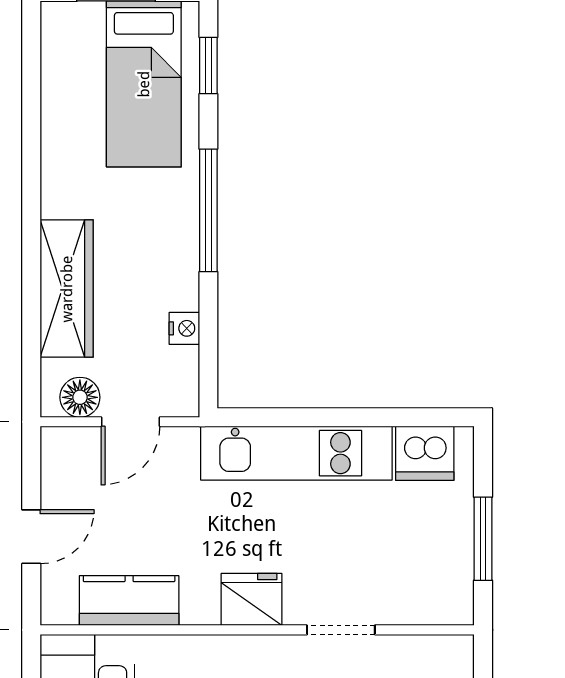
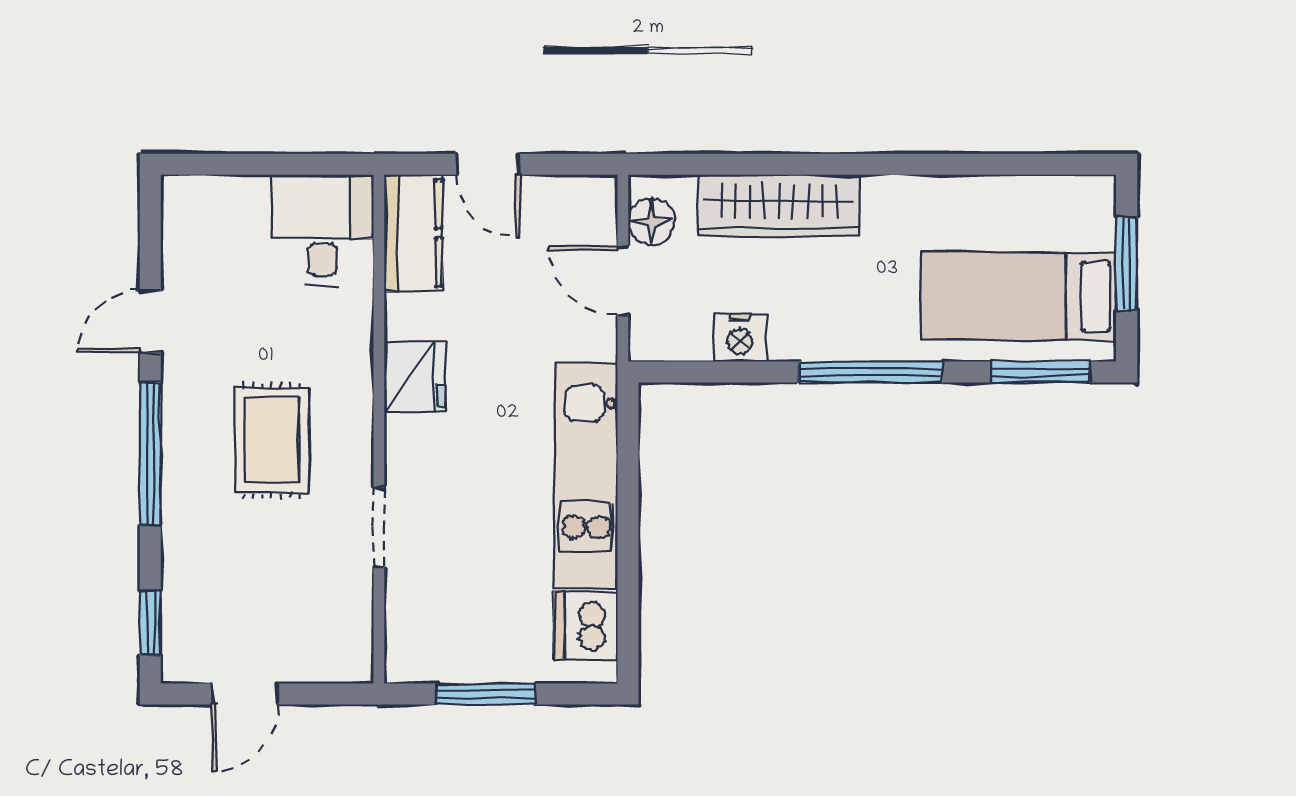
window: (208, 65) -> (1041, 372), width x1.50
nightstand: (184, 328) -> (740, 338), width x1.39, depth x1.35
fridge: (252, 599) -> (415, 377), moved
kitchen counter: (129, 601) -> (413, 233), moved

